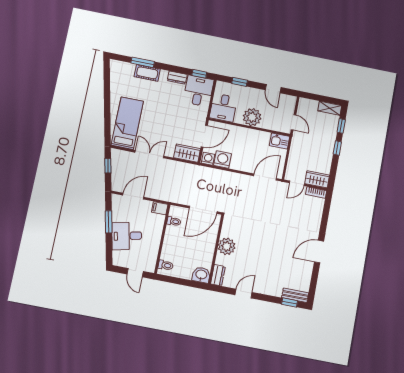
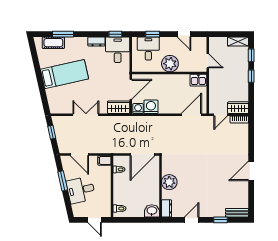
cot: (147, 73) -> (53, 43), moved
desk: (223, 108) -> (148, 48), moved, turned 180
bed: (127, 123) -> (64, 74), moved, turned 77
door: (133, 196) -> (79, 154), swing flipped
window: (290, 302) -> (220, 220), moved

